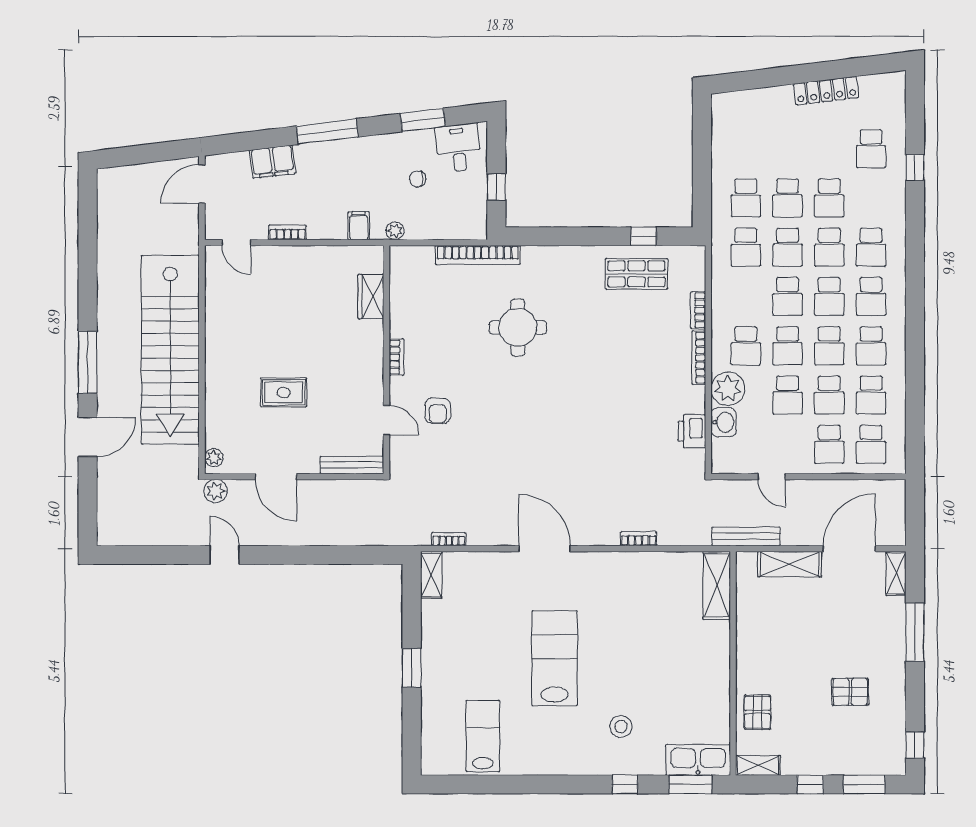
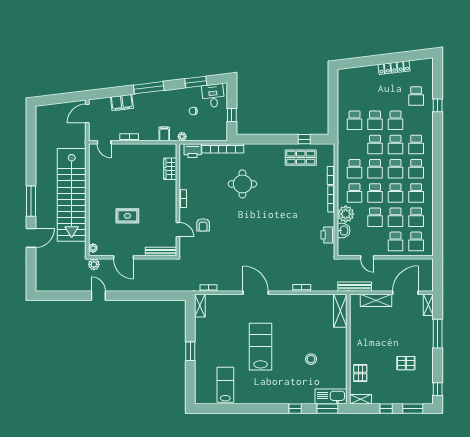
school desk: (746, 247) -> (355, 169), moved
printer: (416, 259) -> (193, 151), added
stool: (621, 726) -> (311, 359), moved

